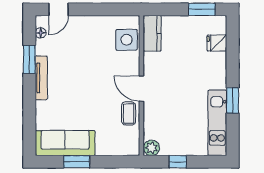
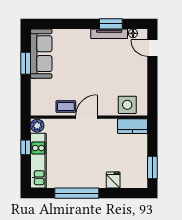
fridge: (217, 43) -> (113, 180), moved
tv unit: (41, 78) -> (109, 34), moved
window: (233, 100) -> (77, 193), width x2.11
kitchen unit: (217, 123) -> (38, 161), moved, turned 90

